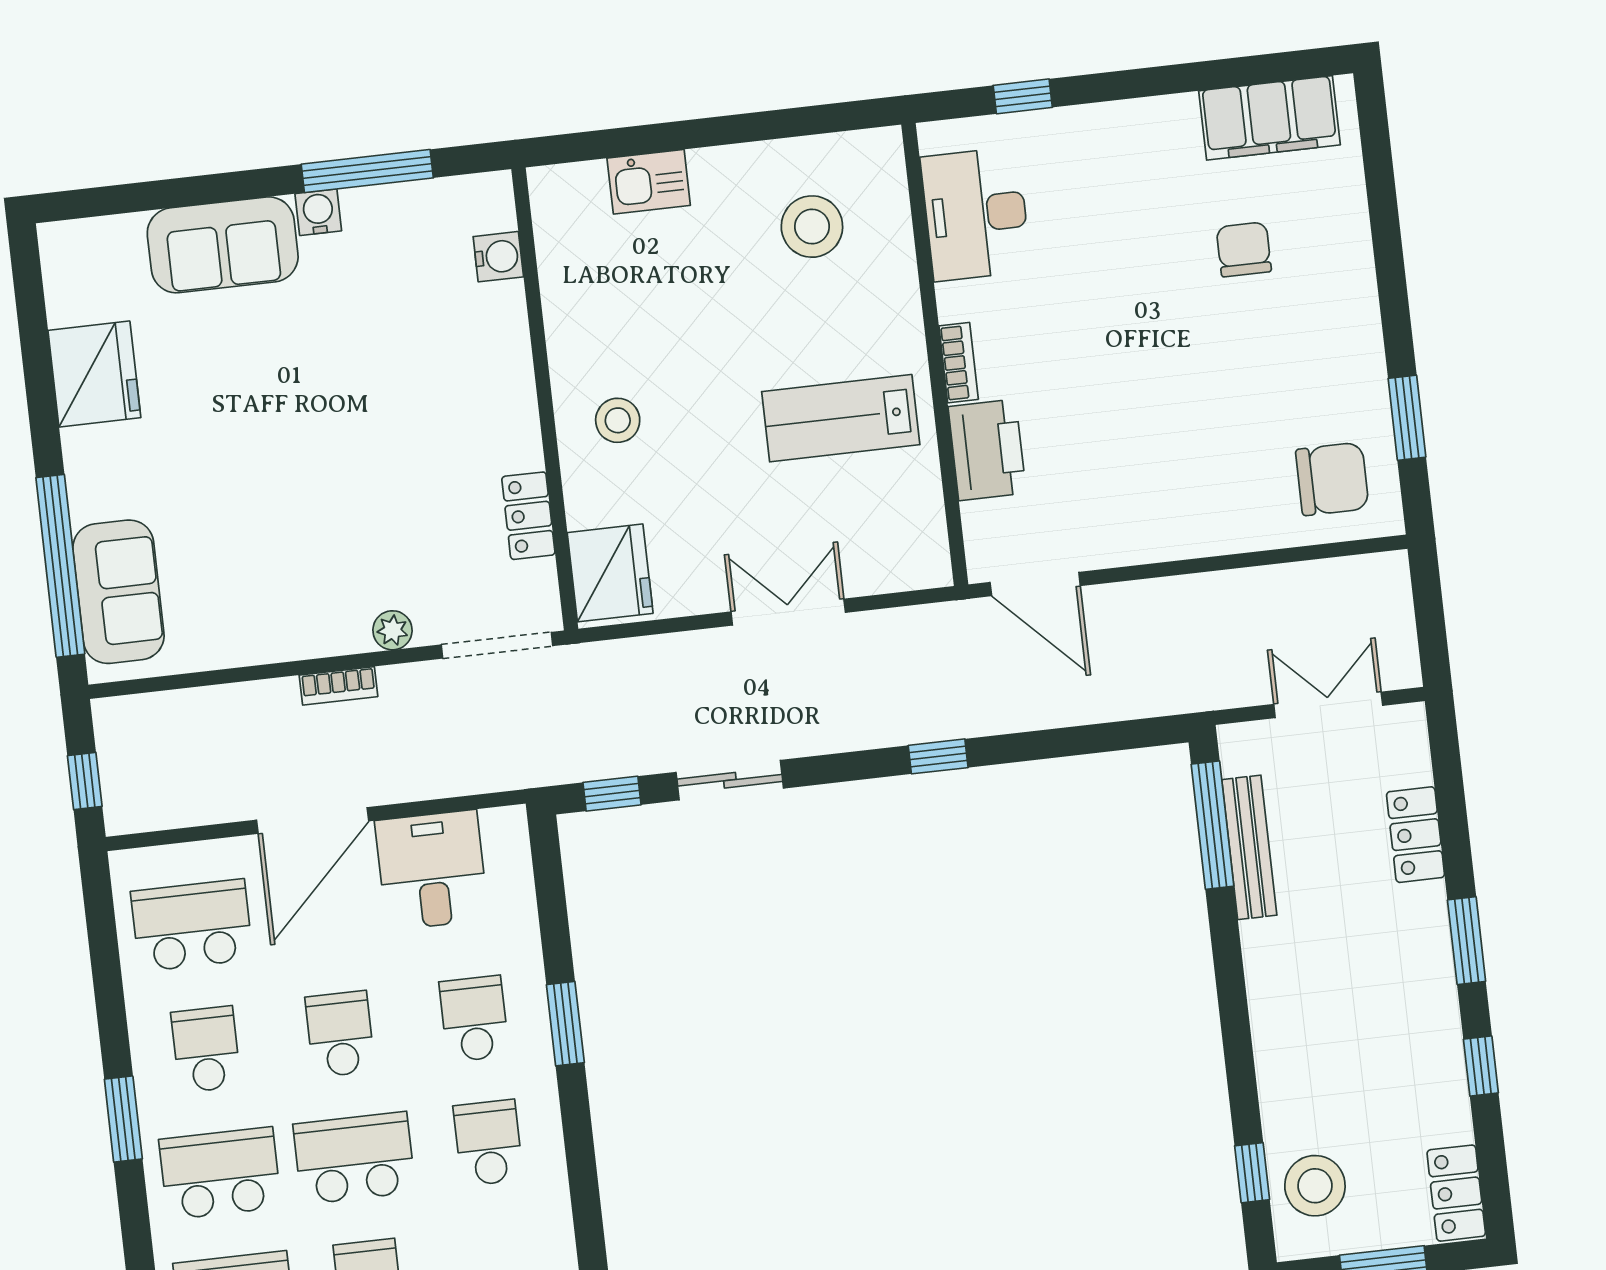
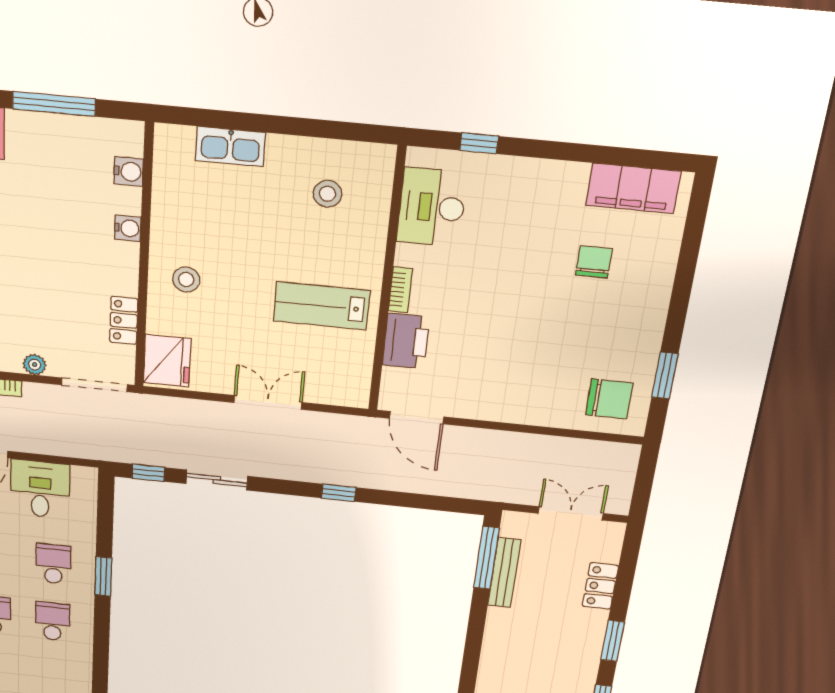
kitchen sink: (649, 182) -> (230, 146), width x1.38
water cooler: (318, 212) -> (128, 228), moved, turned 90
stool: (812, 227) -> (327, 194), width x0.73, depth x0.73

